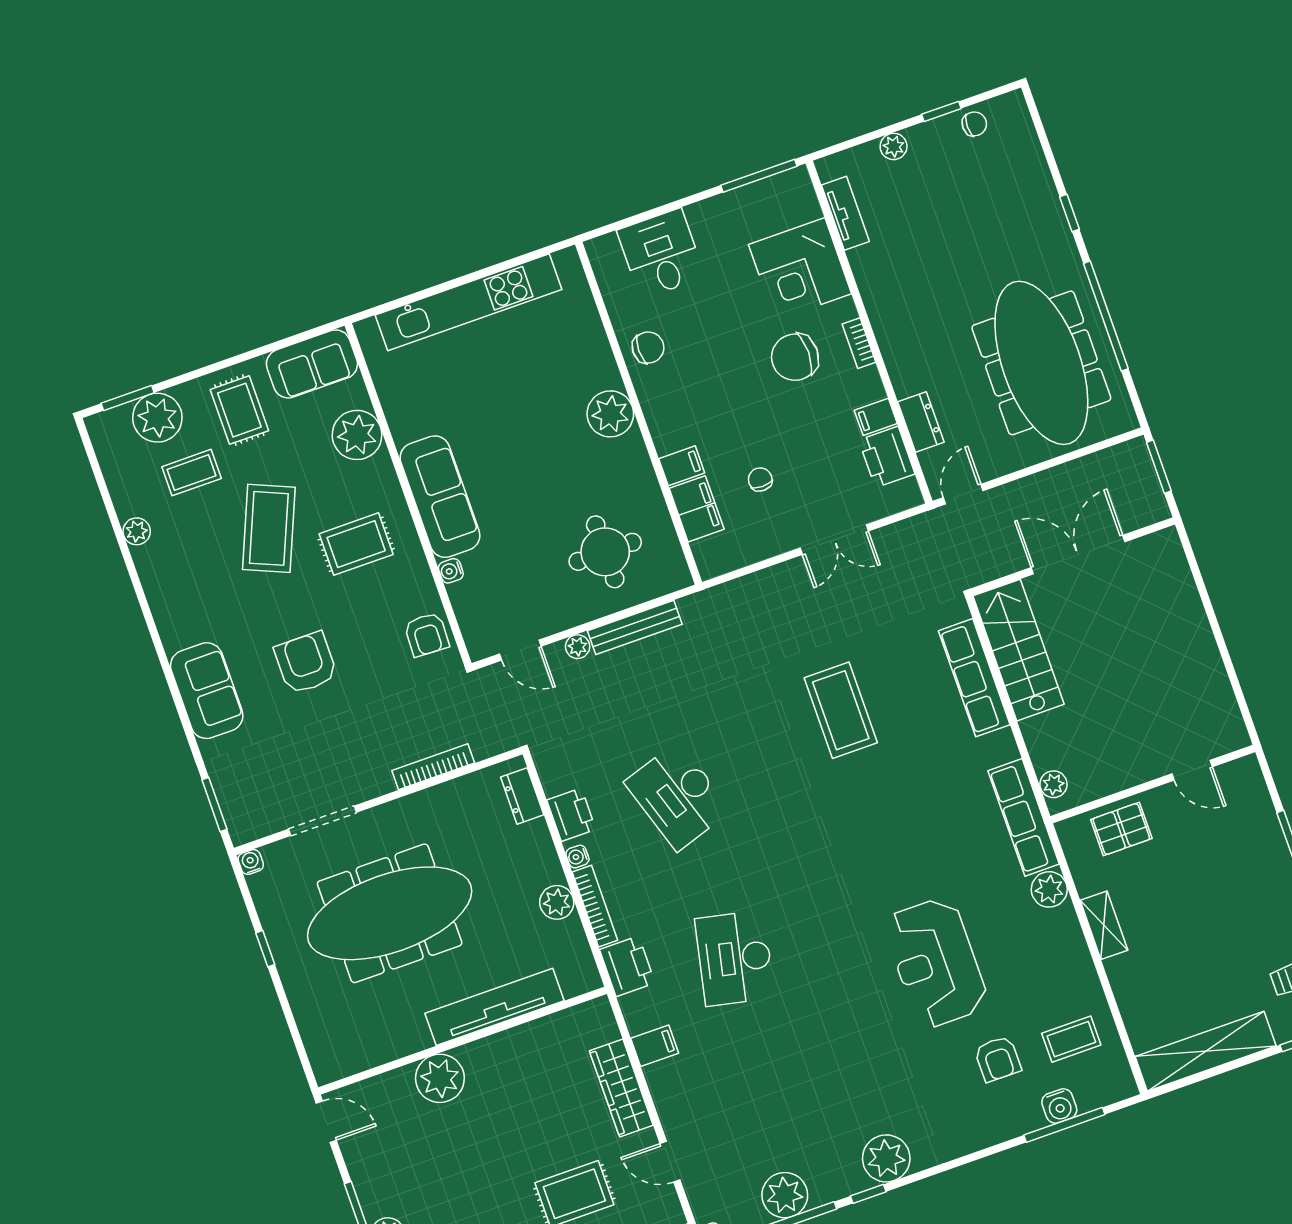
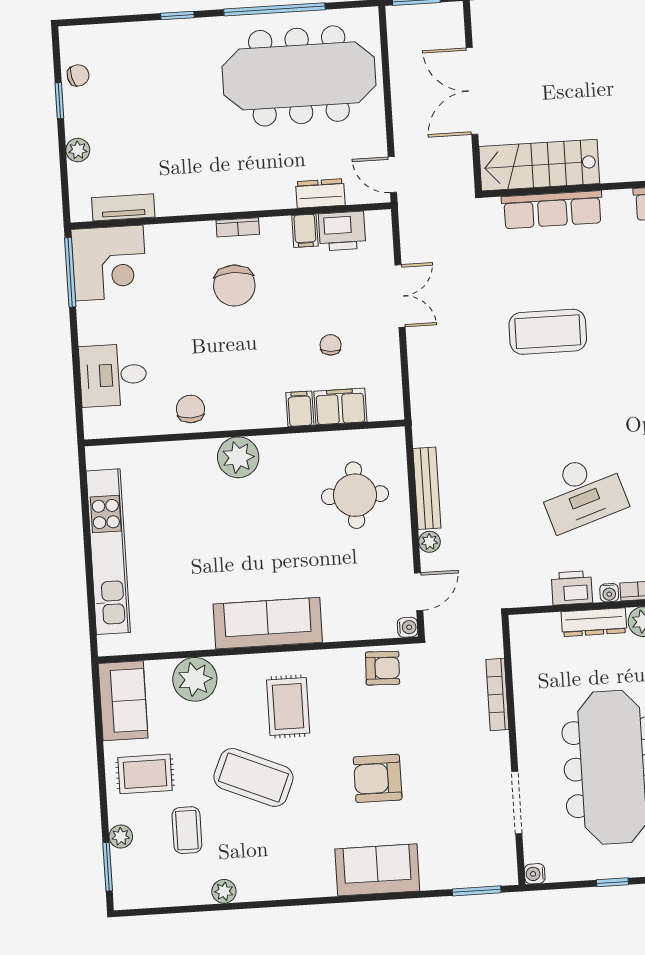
chair: (974, 124) -> (78, 75), turned 75
corner desk: (800, 269) -> (109, 263), moved
plant: (157, 418) -> (121, 837), width x0.53, depth x0.53
chair: (760, 479) -> (331, 345), turned 95
water cooler: (451, 571) -> (408, 627), moved, turned -90
dresser: (522, 796) -> (594, 622), moved, width x1.44

